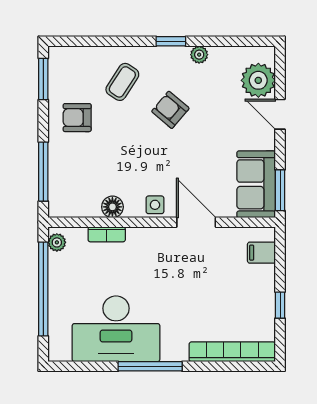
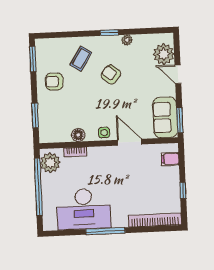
window: (43, 172) -> (35, 115), width x0.69
plant: (57, 242) -> (50, 163), width x1.88, depth x1.88

